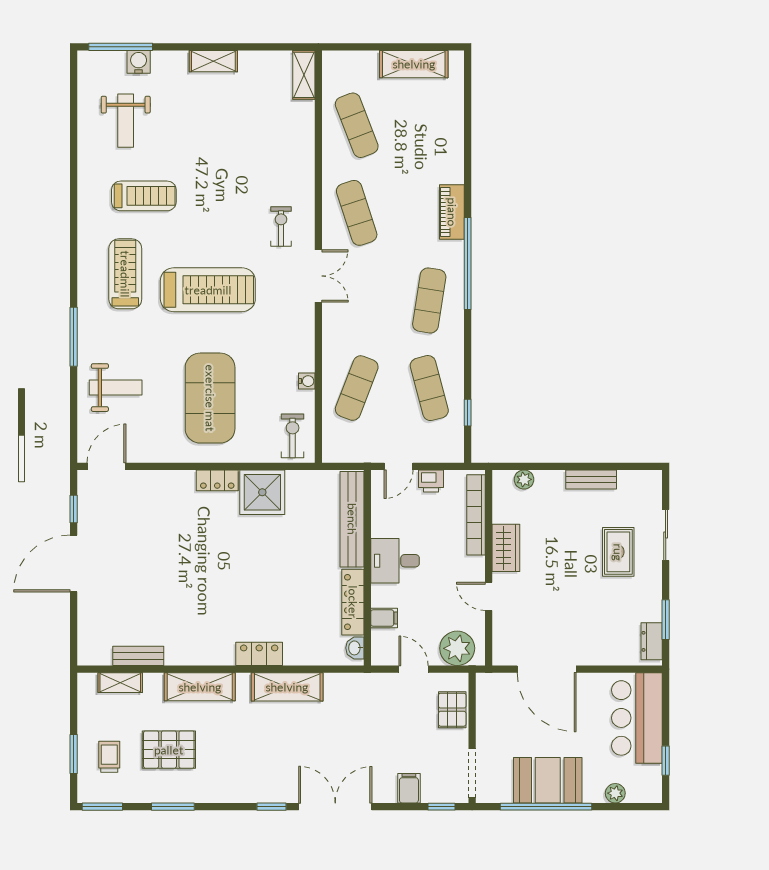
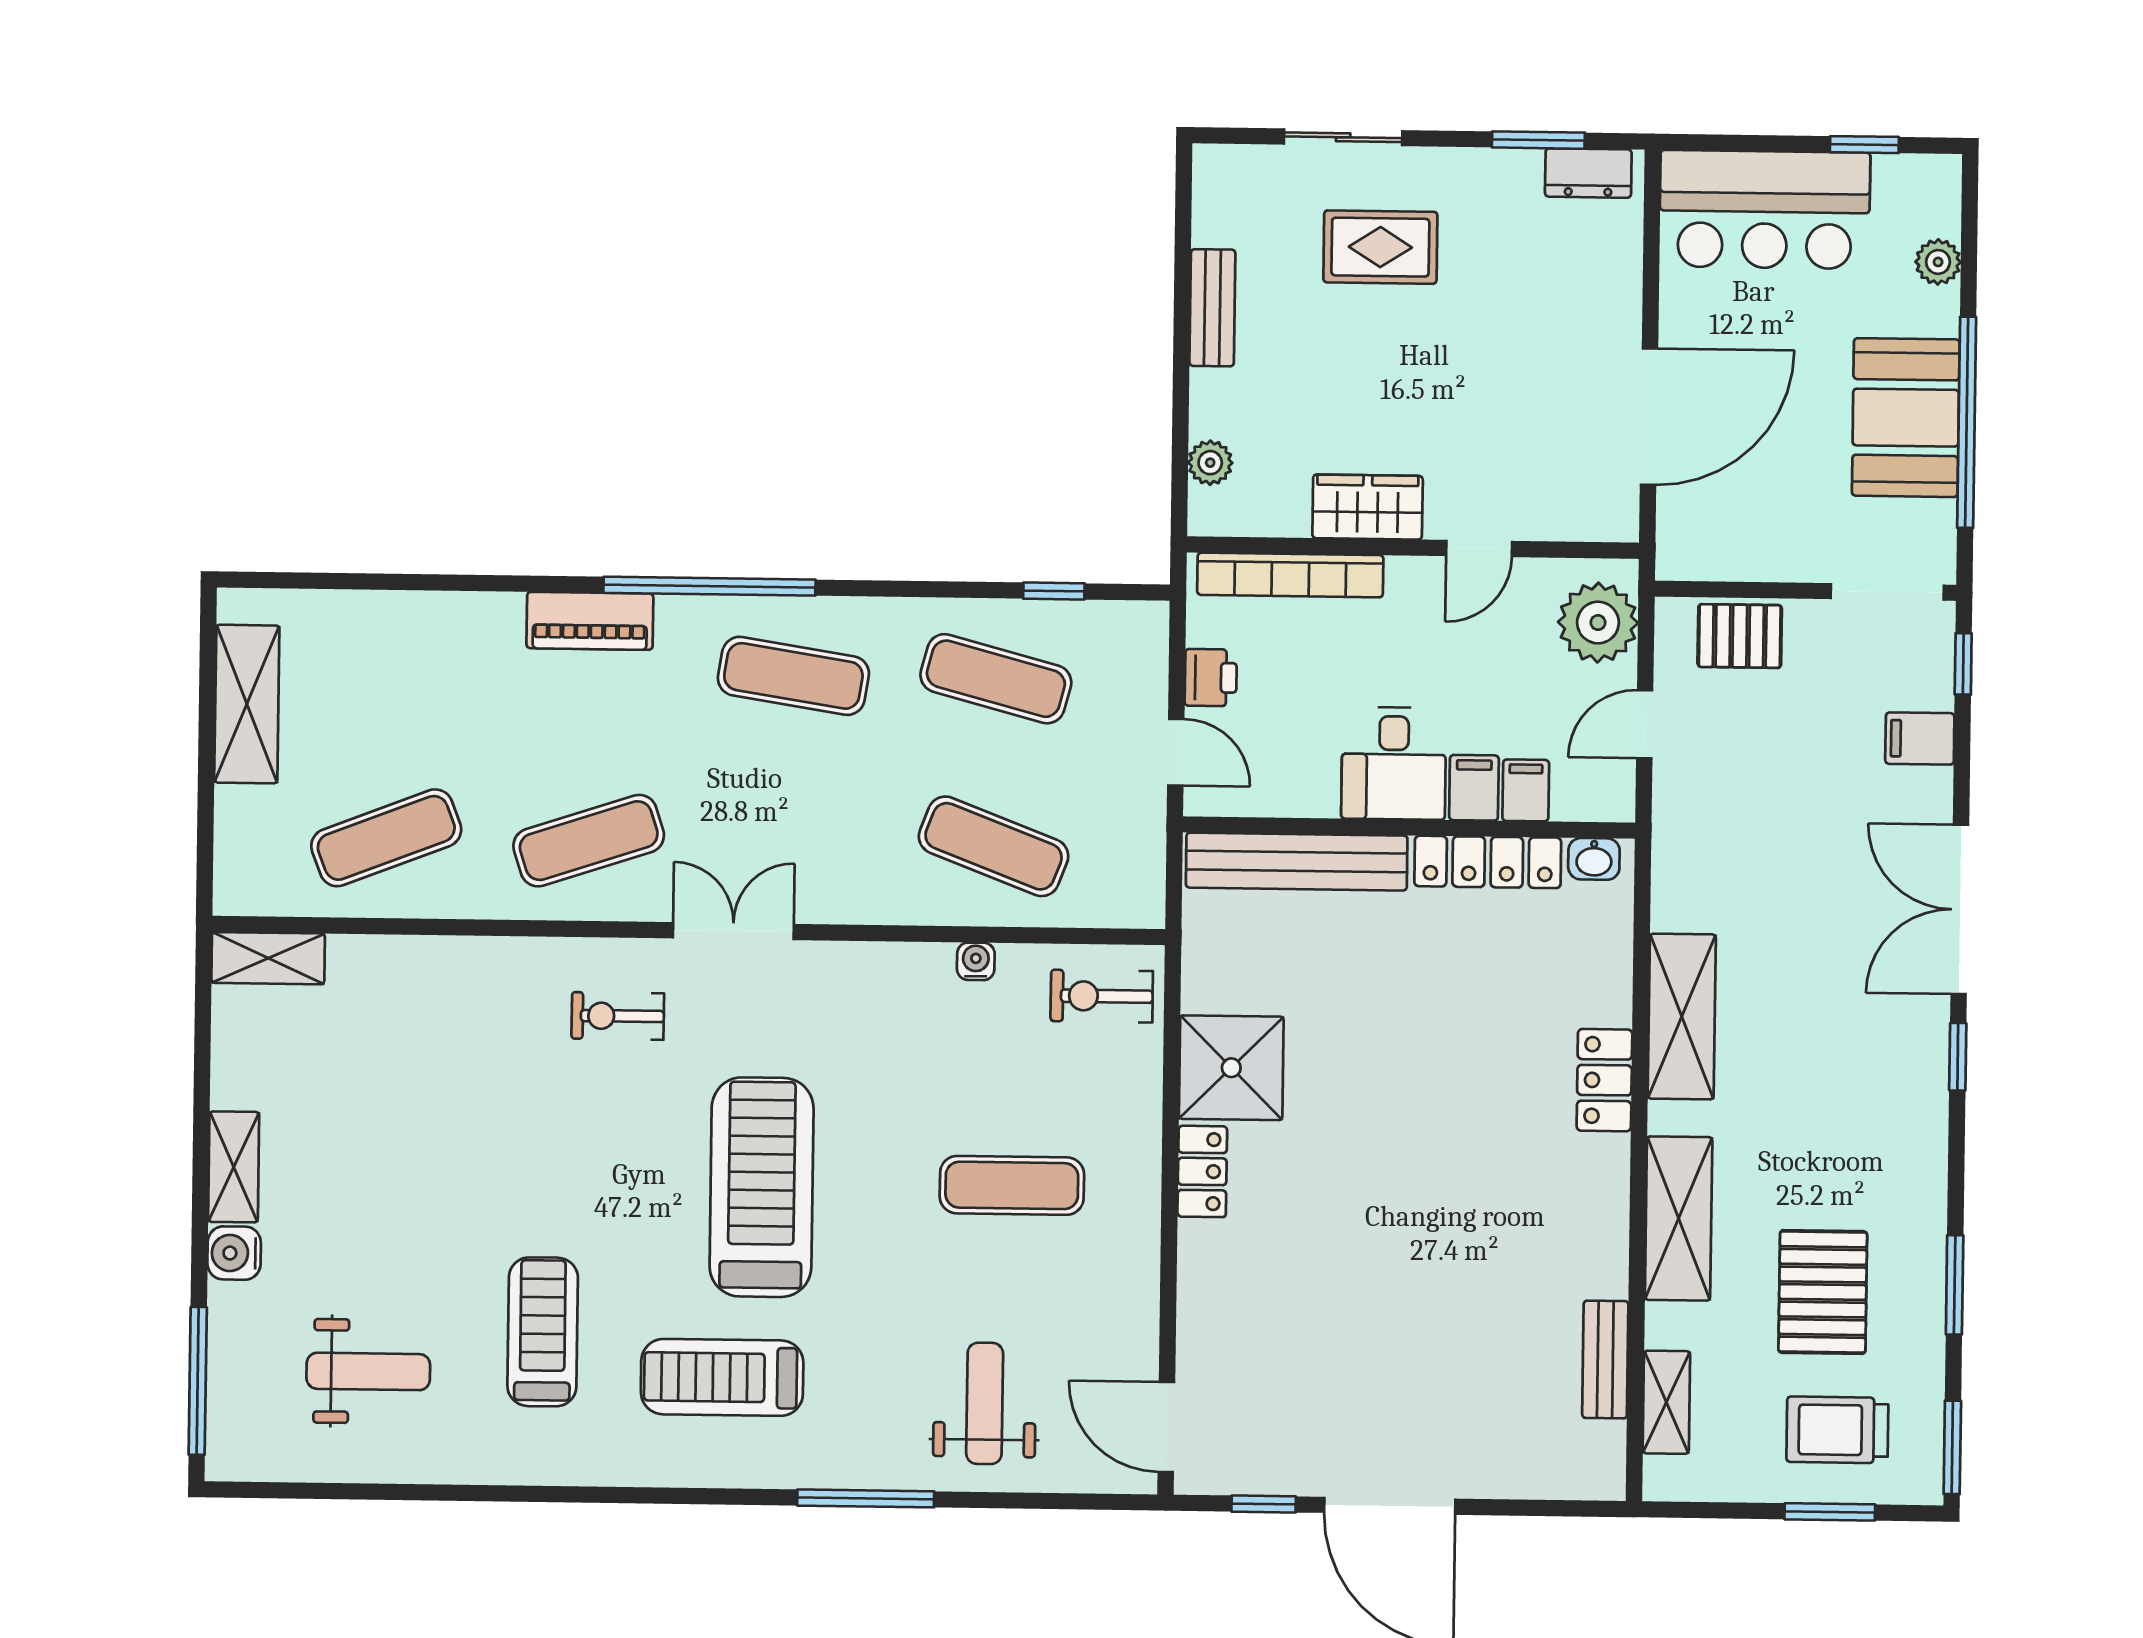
water cooler: (139, 62) -> (234, 1253), moved
exercise mat: (429, 388) -> (996, 679), turned 30
exercise mat: (210, 398) -> (1012, 1185), width x0.50, depth x0.69
filing cabinet: (385, 596) -> (1474, 788), added
trolley: (109, 757) -> (1837, 1430), width x1.36, depth x1.39

